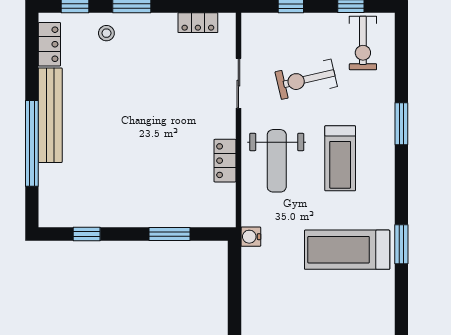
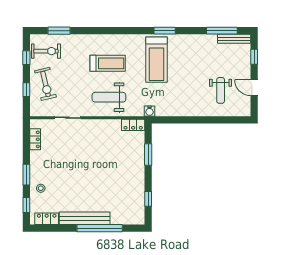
exercise bike: (306, 79) -> (45, 84), moved
window: (401, 124) -> (59, 31), moved
locker: (225, 161) -> (133, 125), moved
weight bench: (277, 161) -> (109, 97), turned 180
window: (401, 244) -> (165, 31), moved

